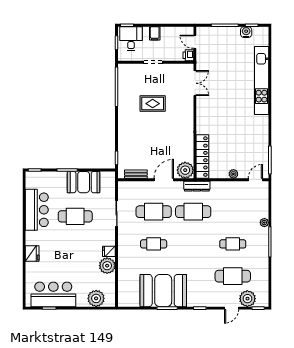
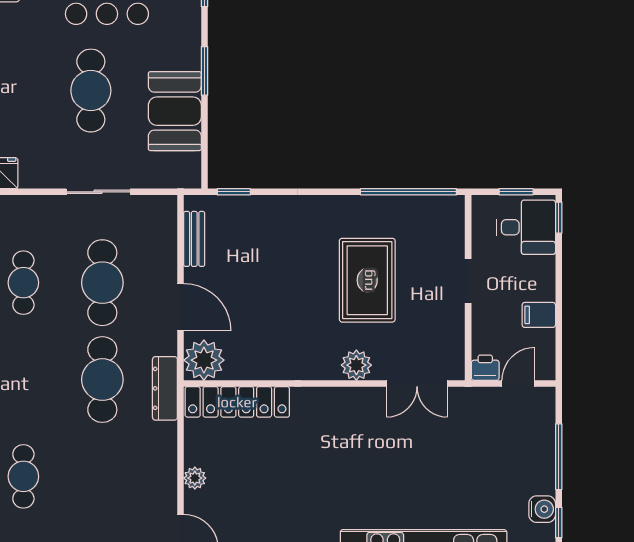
filing cabinet: (155, 33) -> (539, 315), moved
rug: (153, 104) -> (367, 280), width x1.36, depth x1.43
plant: (187, 108) -> (356, 365), added

